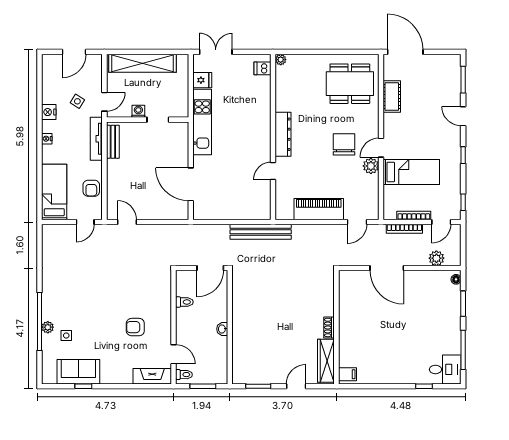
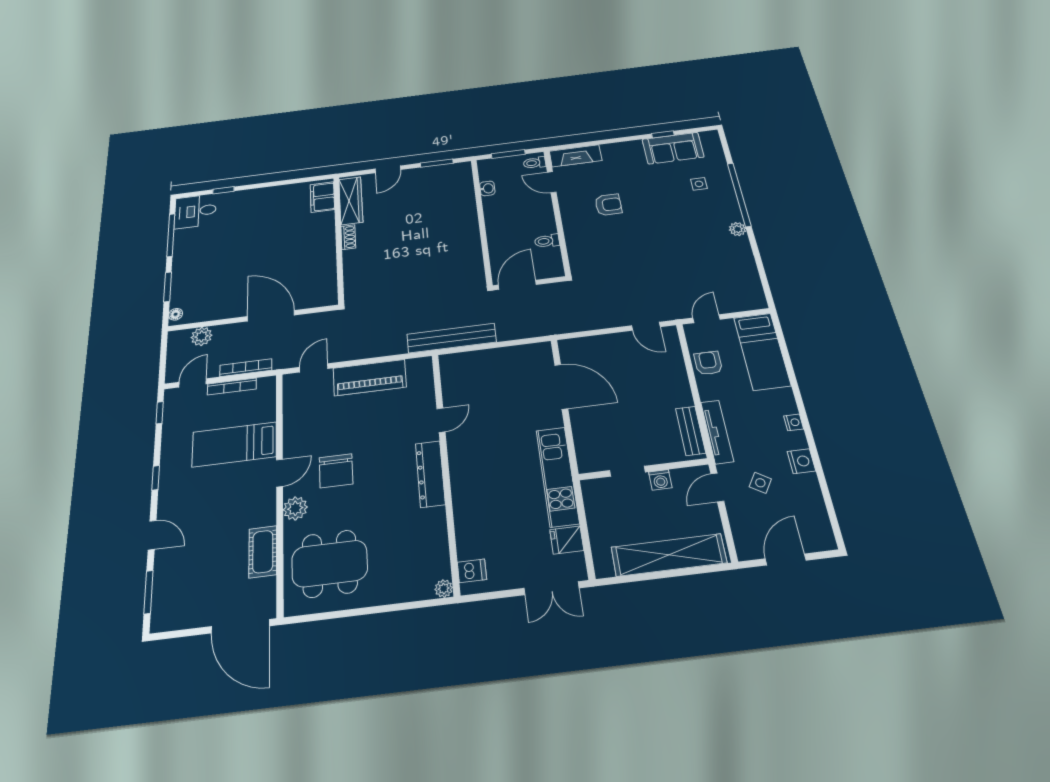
plant: (371, 166) -> (295, 508), moved
plant: (48, 327) -> (738, 229), moved
washbasin: (222, 329) -> (487, 188), moved
filing cabinet: (347, 374) -> (322, 197), width x2.00

